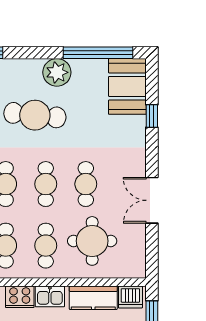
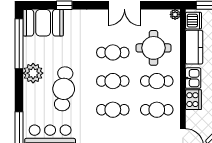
plant: (139, 271) -> (175, 14), added

